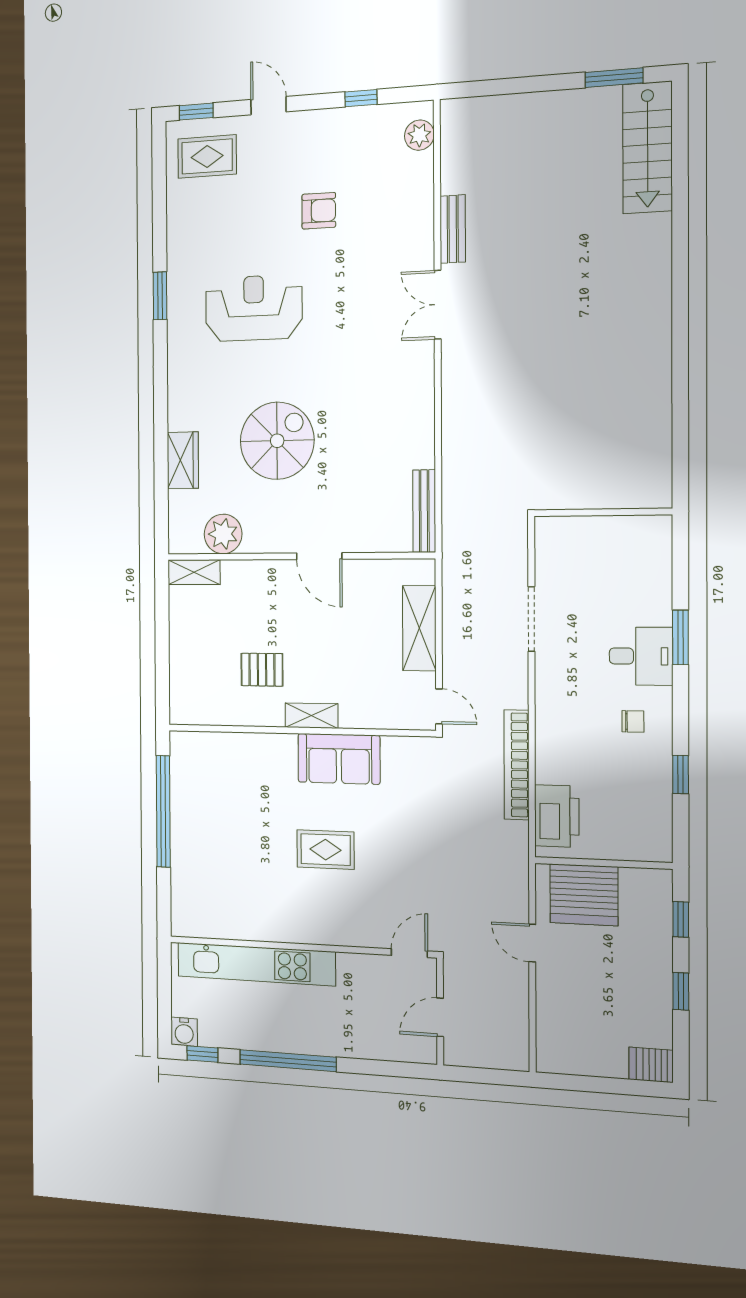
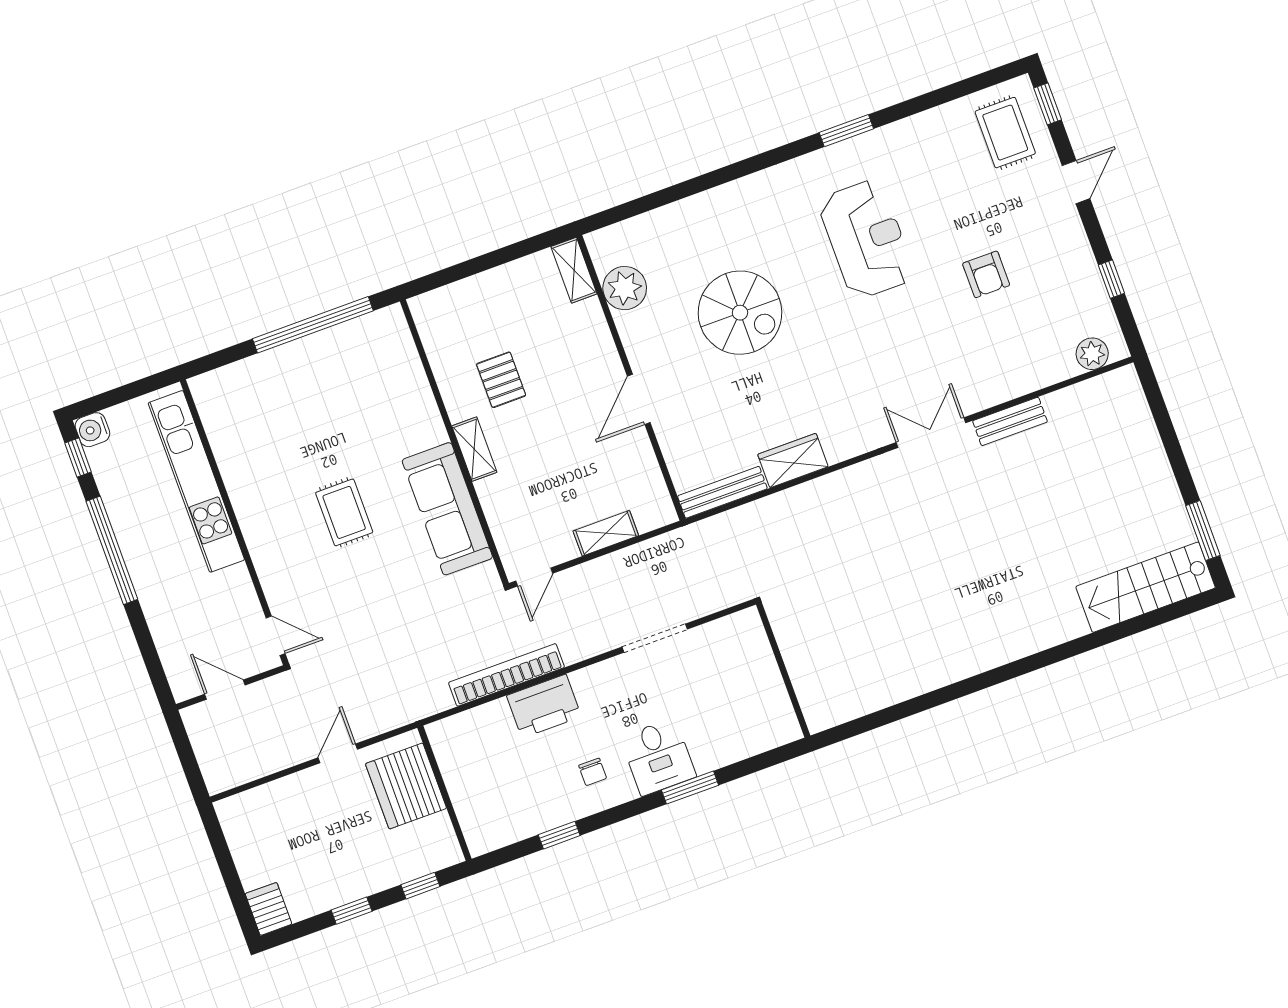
wardrobe: (183, 460) -> (793, 460), moved, turned 180
shelving: (419, 628) -> (606, 533), width x0.67, depth x0.75
sofa: (339, 759) -> (447, 509), width x1.36
printer: (557, 816) -> (544, 706), moved

